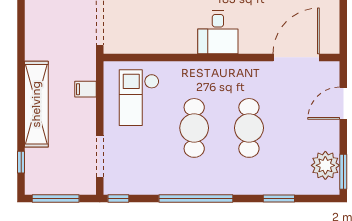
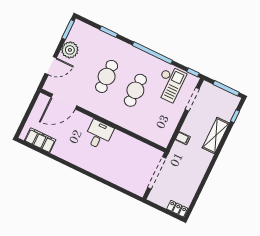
checkout: (139, 98) -> (170, 84), moved
shelving: (36, 104) -> (216, 136), width x0.68
plant: (325, 165) -> (70, 50), moved

